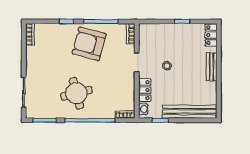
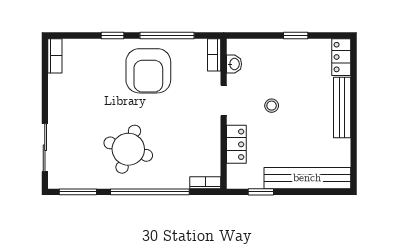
armchair: (89, 44) -> (148, 71), turned -105
bench: (212, 67) -> (342, 108), width x1.36
round table: (76, 93) -> (128, 149), turned 33
washbasin: (143, 109) -> (234, 64), moved

